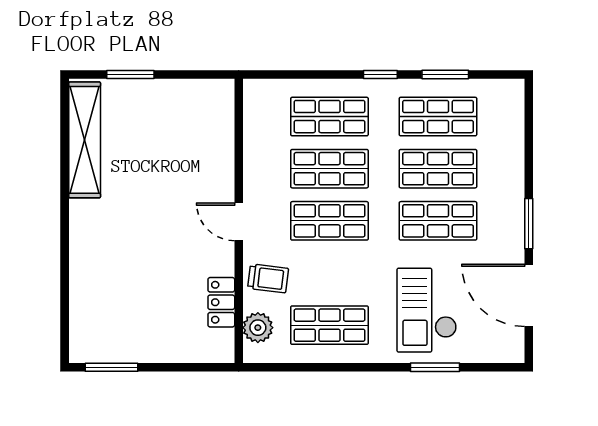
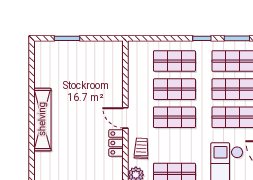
shelving: (85, 140) -> (42, 119), moved
trolley: (268, 278) -> (141, 148), turned -94
locker: (221, 302) -> (116, 143), moved

